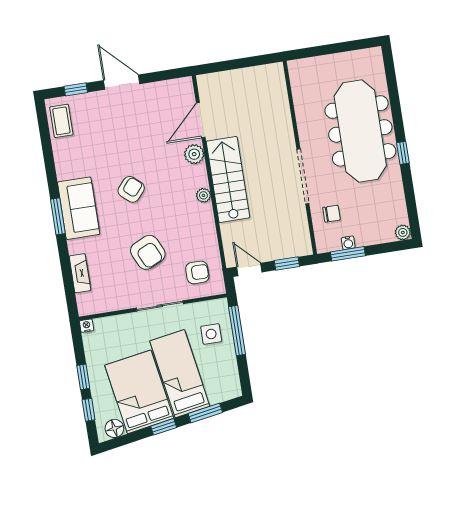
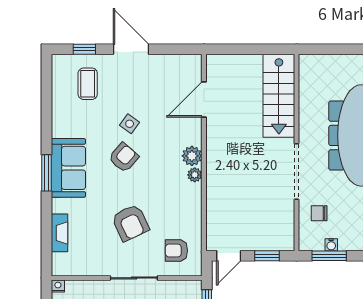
coffee table: (61, 121) -> (88, 84), moved
plant: (194, 154) -> (192, 156), moved
side table: (132, 155) -> (130, 124), added
stairs: (228, 179) -> (279, 96), moved, turned 180
chair: (331, 214) -> (319, 213), turned 180
door: (249, 269) -> (229, 256), swing flipped
armchair: (197, 272) -> (176, 251), turned 180

